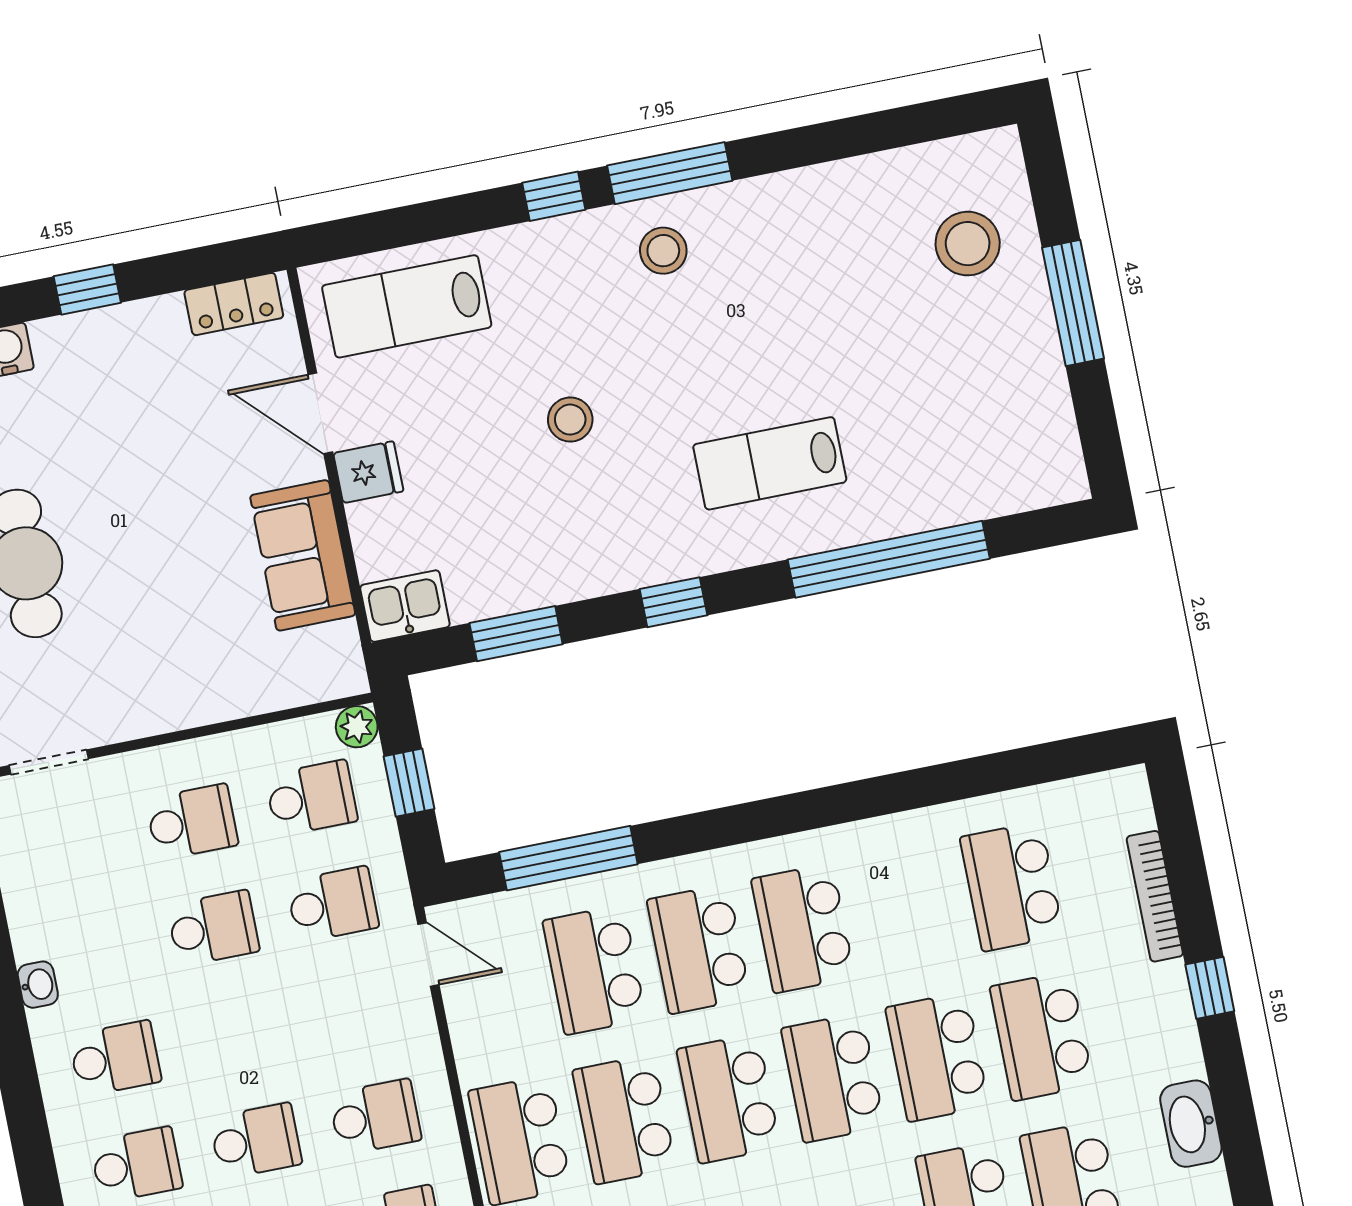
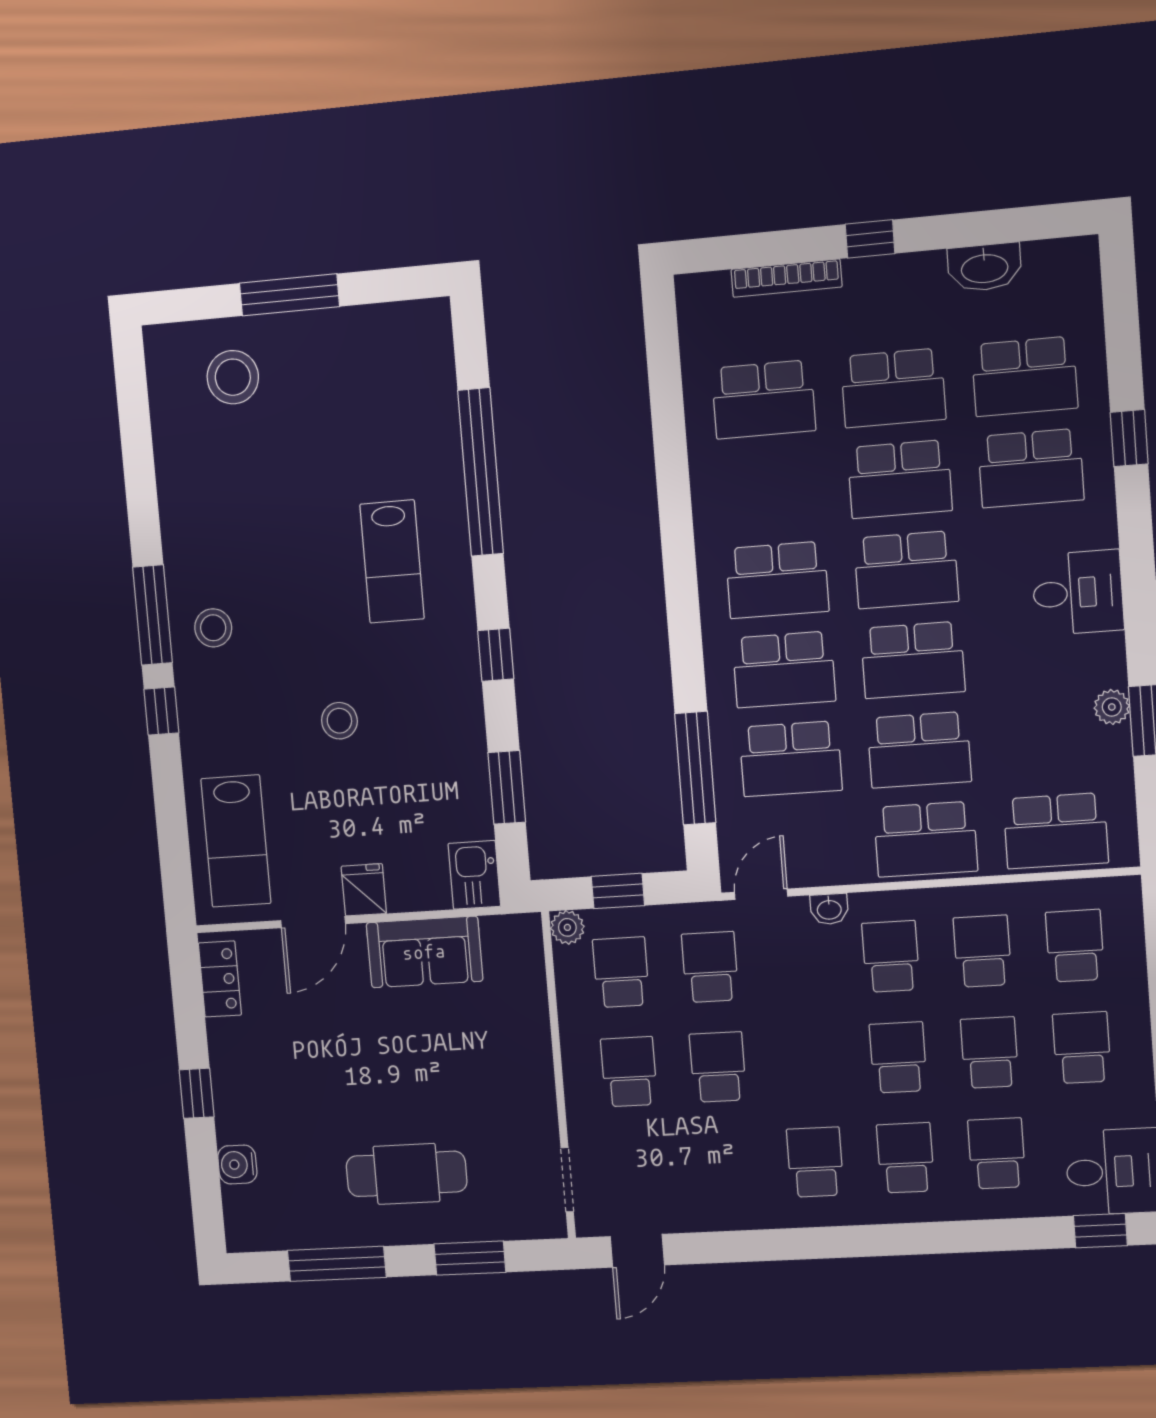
washbasin: (38, 985) -> (829, 909), moved, turned 180

